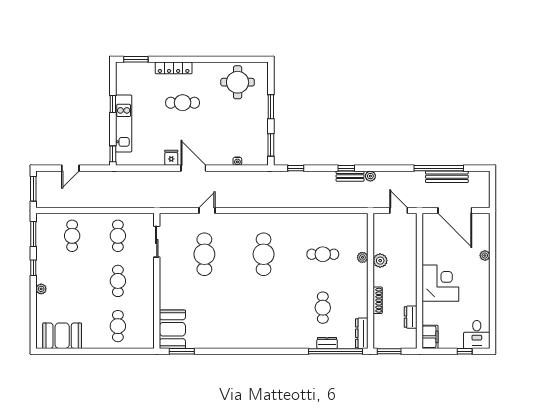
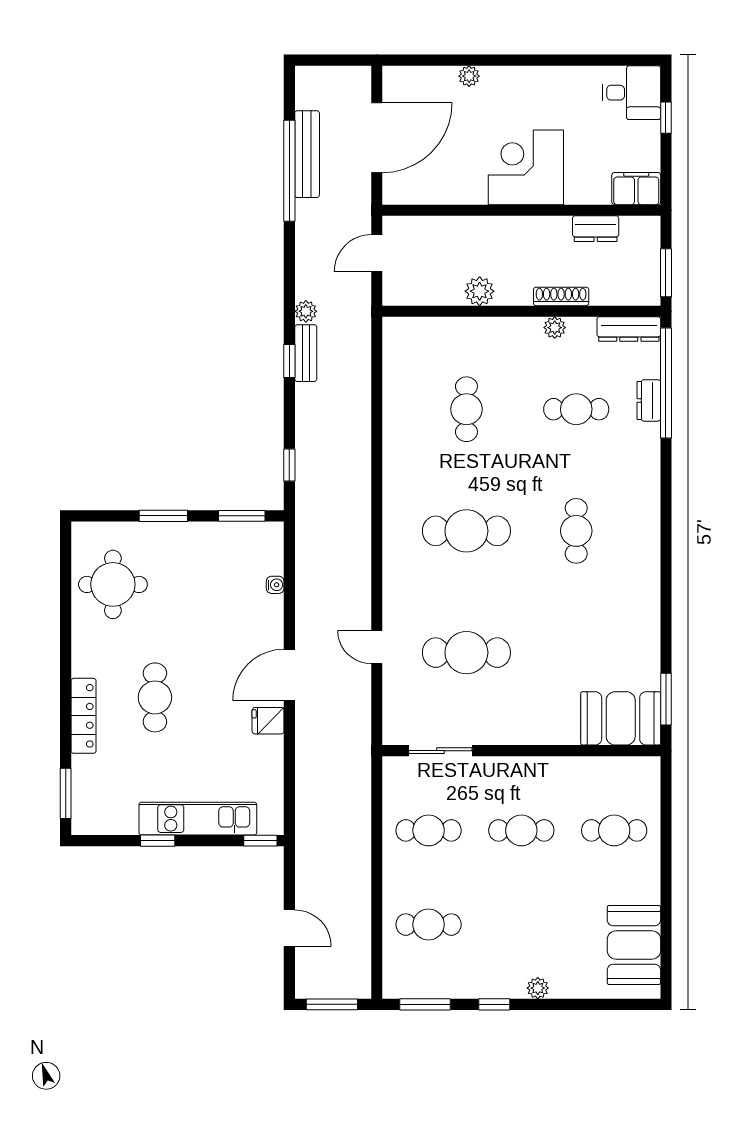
plant: (362, 257) -> (555, 328), moved
cafe table: (264, 308) -> (576, 531), added

